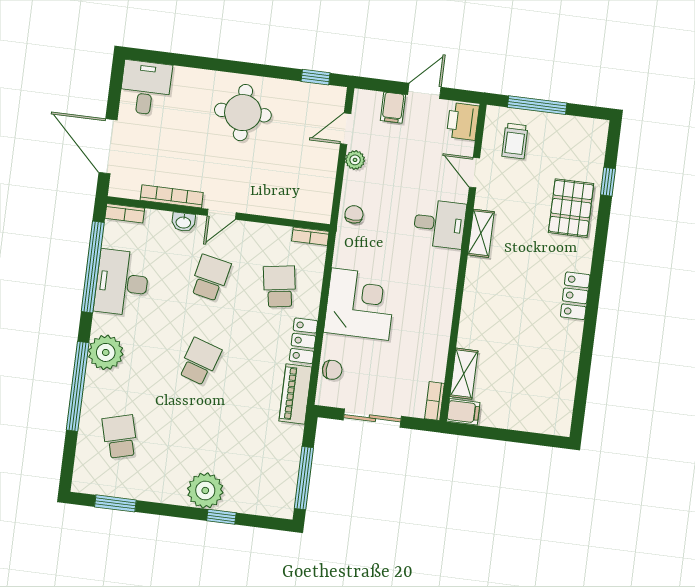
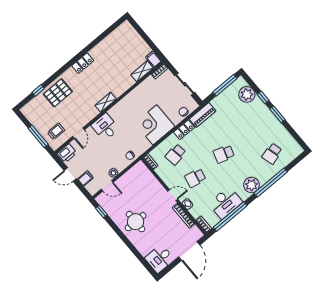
shelving: (481, 233) -> (106, 102), moved
plant: (205, 490) -> (247, 94), moved
window: (115, 503) -> (277, 114), moved

